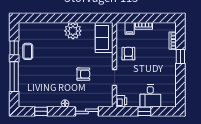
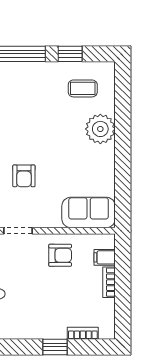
plant: (73, 31) -> (100, 129), moved
coffee table: (28, 51) -> (83, 88), moved

